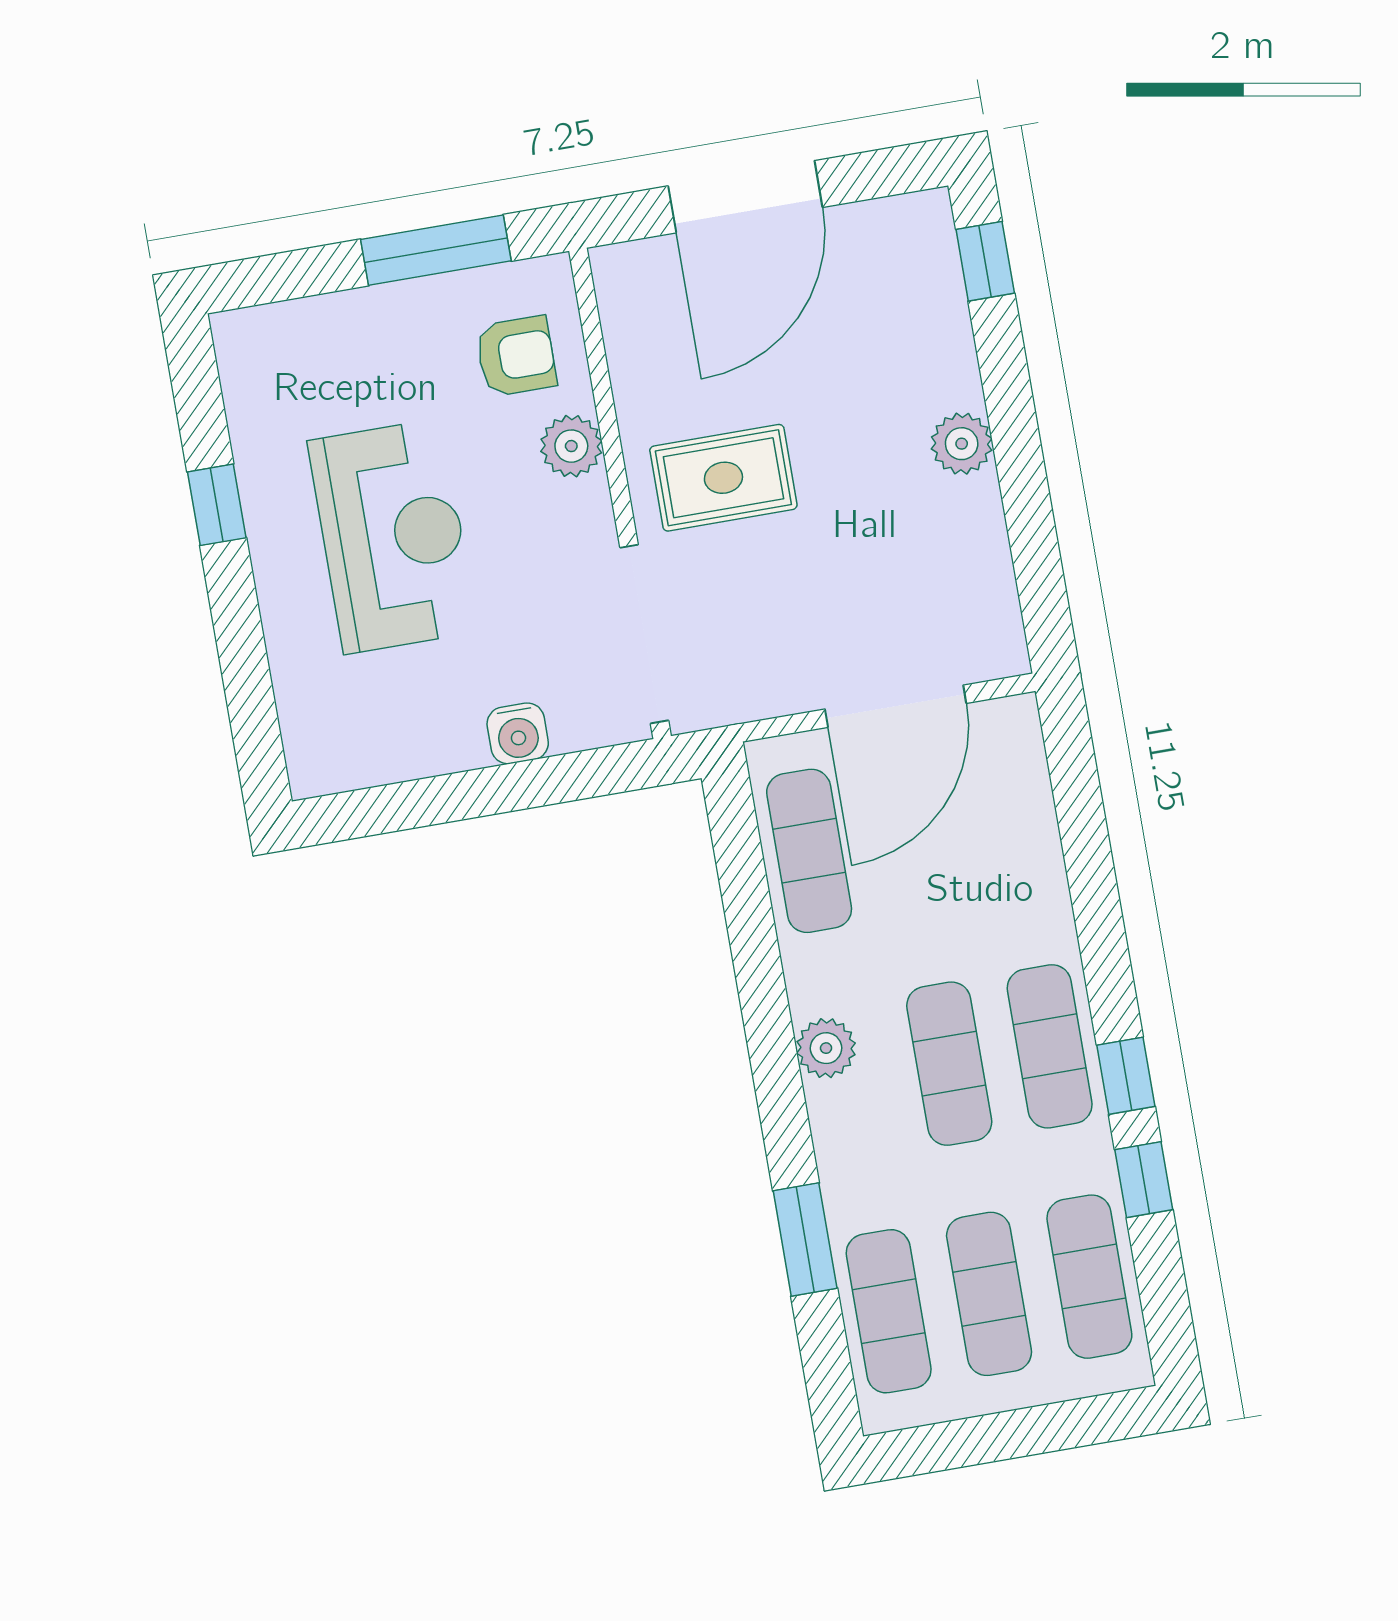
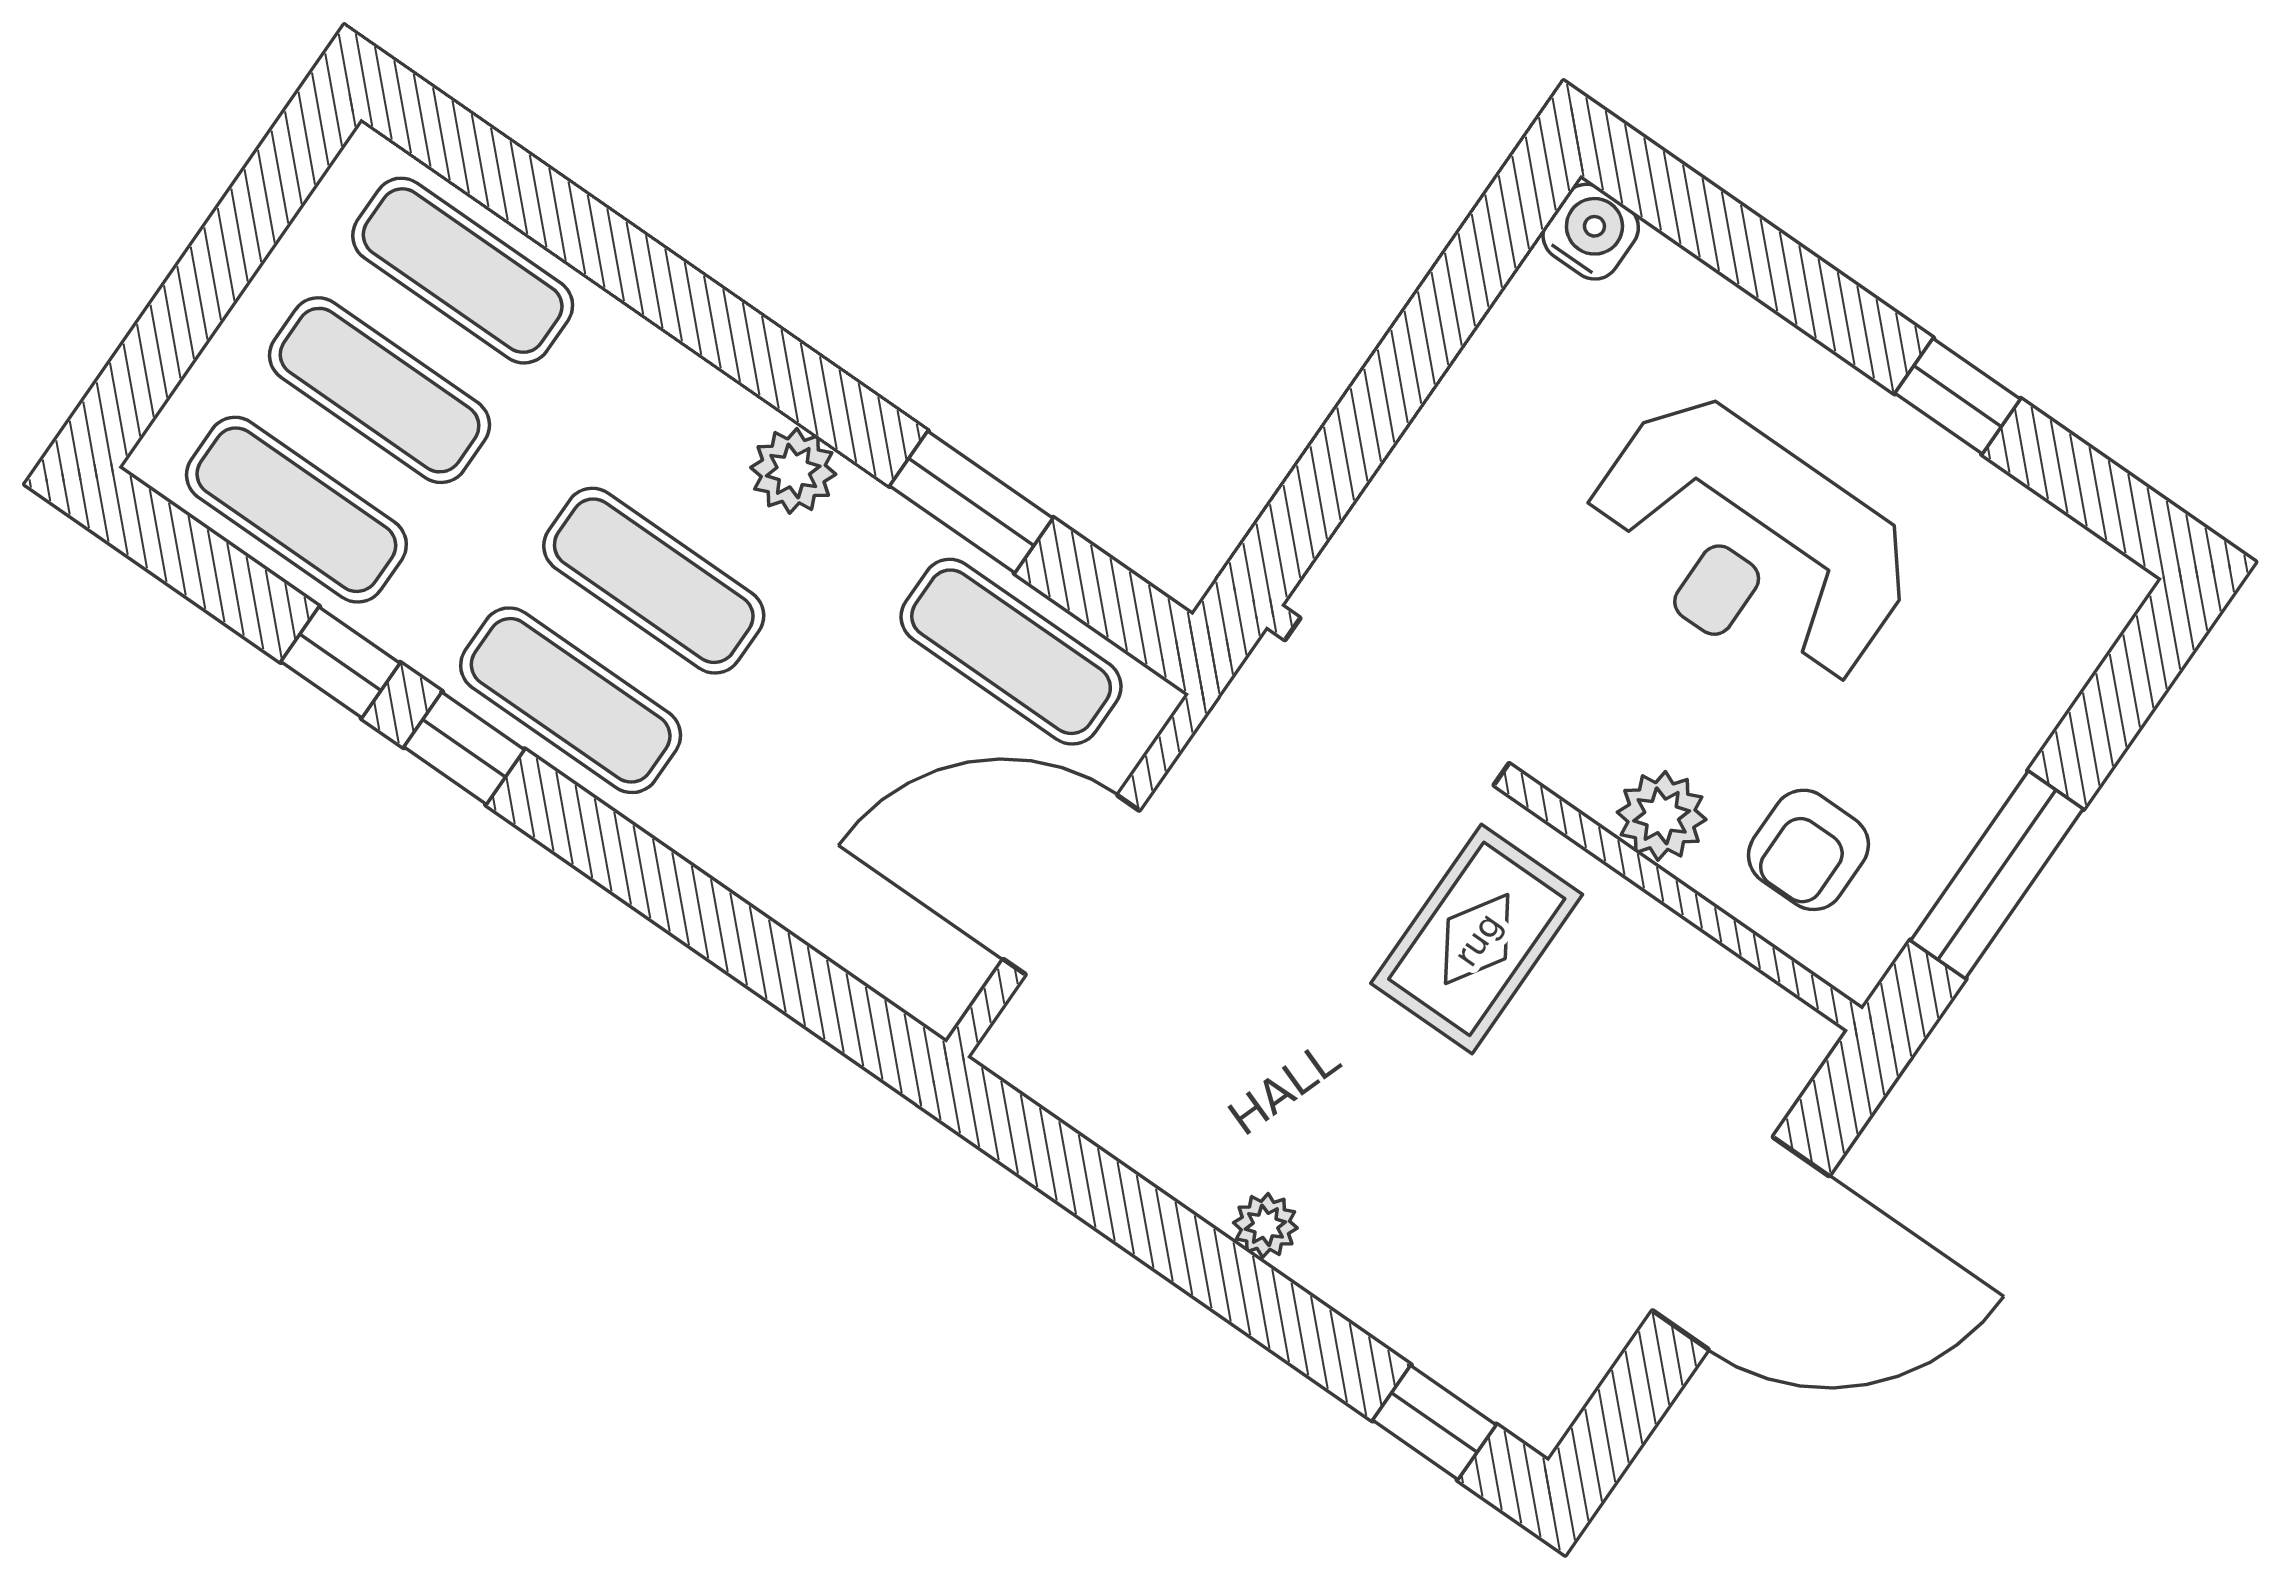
door: (745, 197) -> (1741, 1243), swing flipped
plant: (962, 444) -> (1265, 1225), width x0.73, depth x0.73
door: (896, 706) -> (1071, 885), hinge flipped
water cooler: (518, 733) -> (1591, 232), moved, turned 90
window: (805, 1240) -> (971, 502), moved

